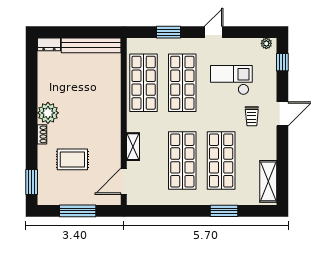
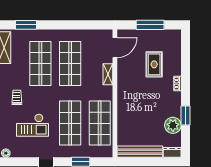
plant: (48, 113) -> (173, 125), moved
rug: (72, 159) -> (154, 64), turned 90
window: (32, 182) -> (185, 115), moved
window: (224, 211) -> (26, 25), moved

